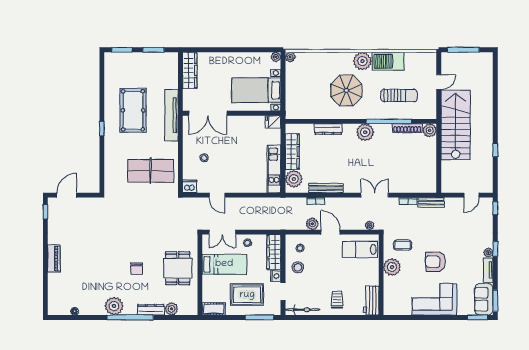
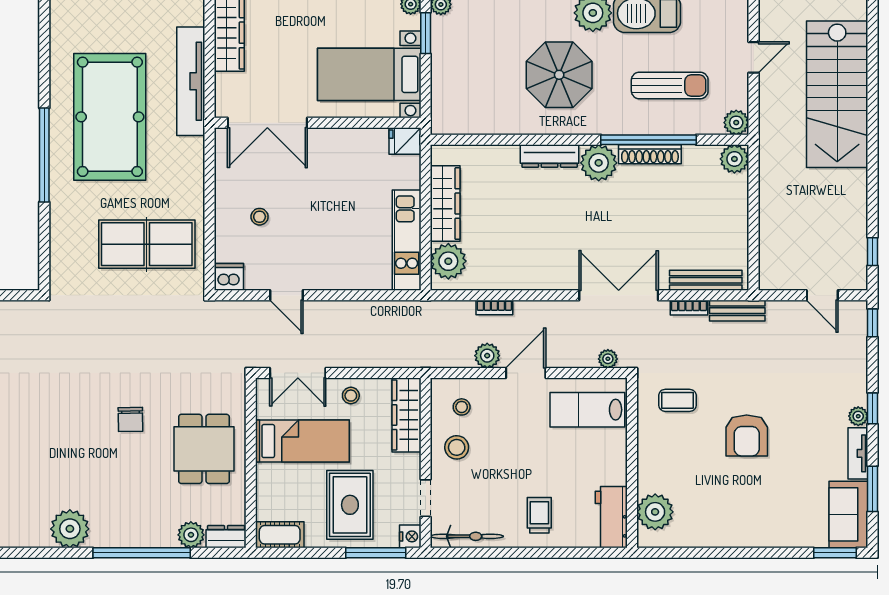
window: (283, 71) -> (426, 33), added
pool table: (133, 110) -> (110, 117), width x1.36, depth x1.32
plant: (431, 113) -> (736, 123), added
tv unit: (171, 115) -> (191, 81), moved
stairs: (456, 125) -> (837, 94), moved, turned 180
shoe rack: (407, 128) -> (650, 154), moved
window: (102, 129) -> (44, 155), width x3.17
dresser: (328, 129) -> (550, 156), moved
window: (495, 150) -> (873, 252), moved
bench: (326, 188) -> (706, 280), moved
double door: (375, 195) -> (619, 295), width x1.37
door: (471, 195) -> (822, 295), hinge flipped
door: (331, 232) -> (526, 373), hinge flipped
armchair: (436, 262) -> (747, 435), turned -90
plant: (392, 267) -> (655, 512), moved
chair: (137, 269) -> (130, 419), moved
nightstand: (276, 276) -> (410, 536), moved
rug: (247, 295) -> (350, 505), turned 90
corner sofa: (435, 299) -> (745, 514), removed
window: (495, 301) -> (873, 489), moved
dresser: (151, 310) -> (226, 537), moved, width x0.70
window: (130, 317) -> (142, 553), moved

